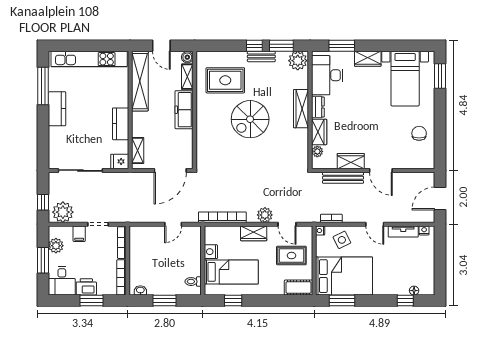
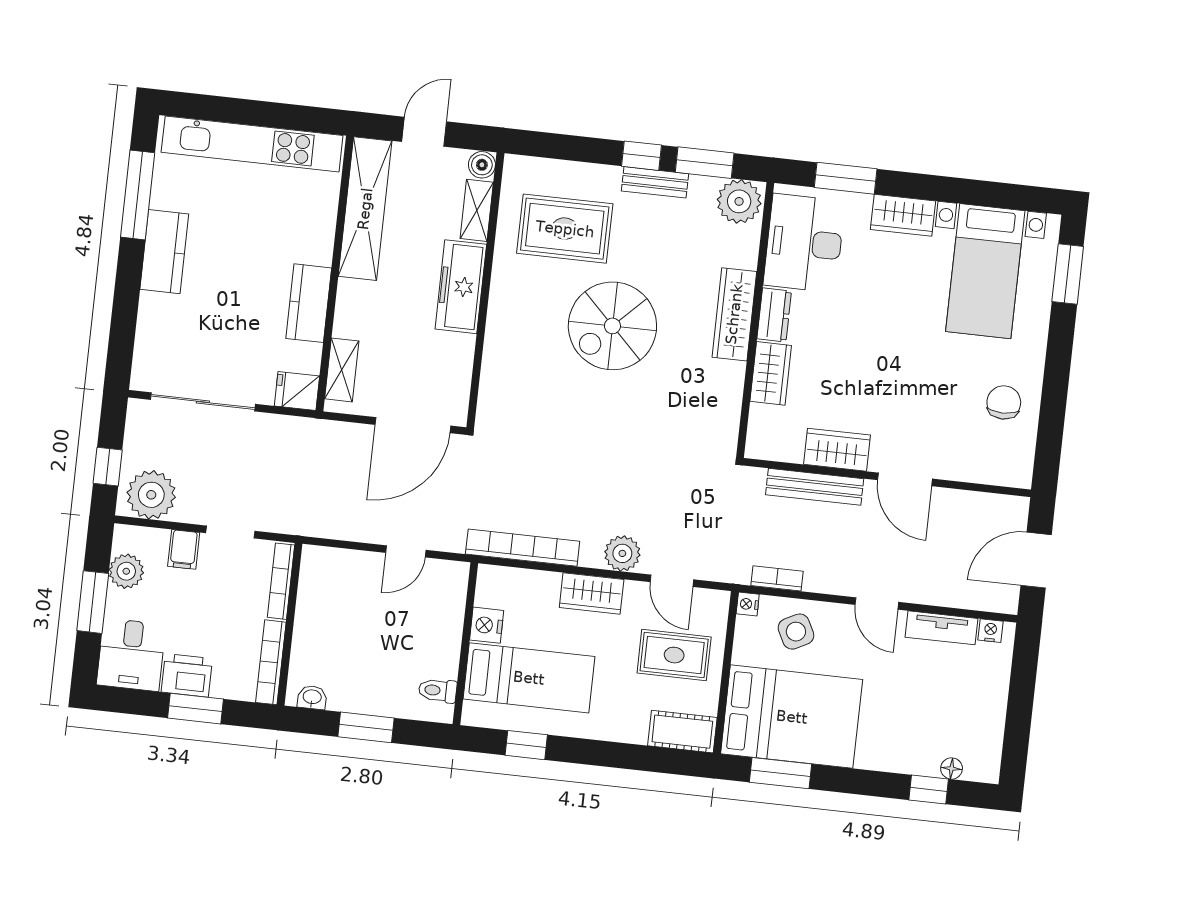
door: (161, 46) -> (424, 132), swing flipped
plant: (317, 151) -> (761, 419), removed

